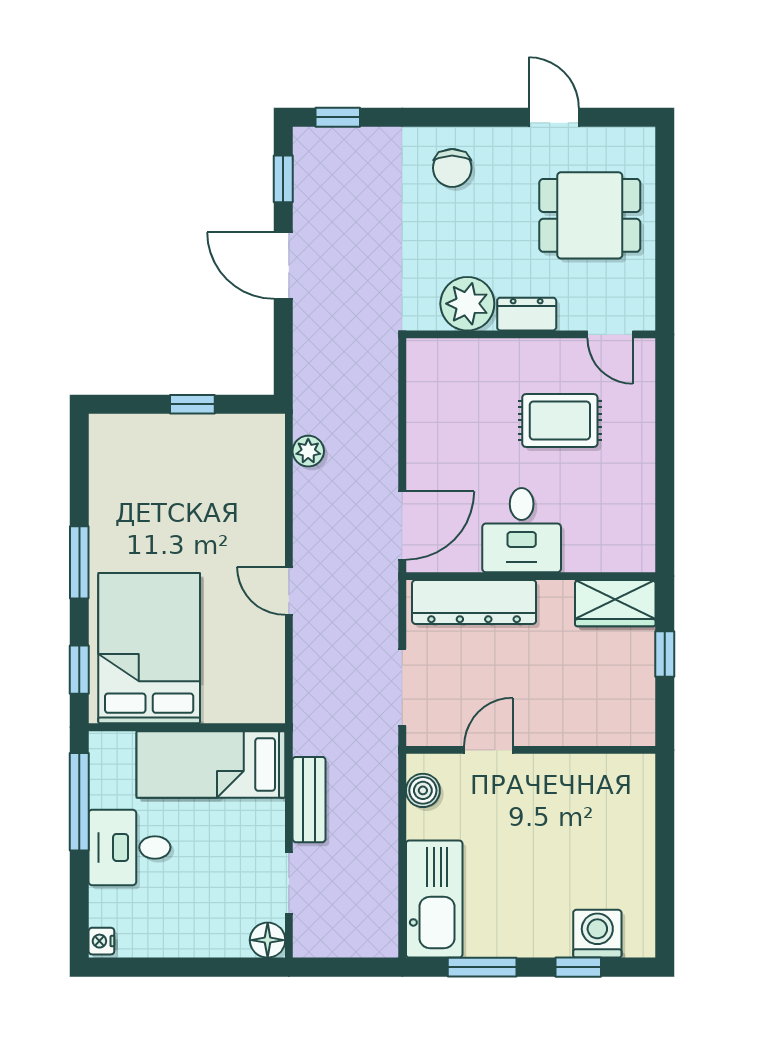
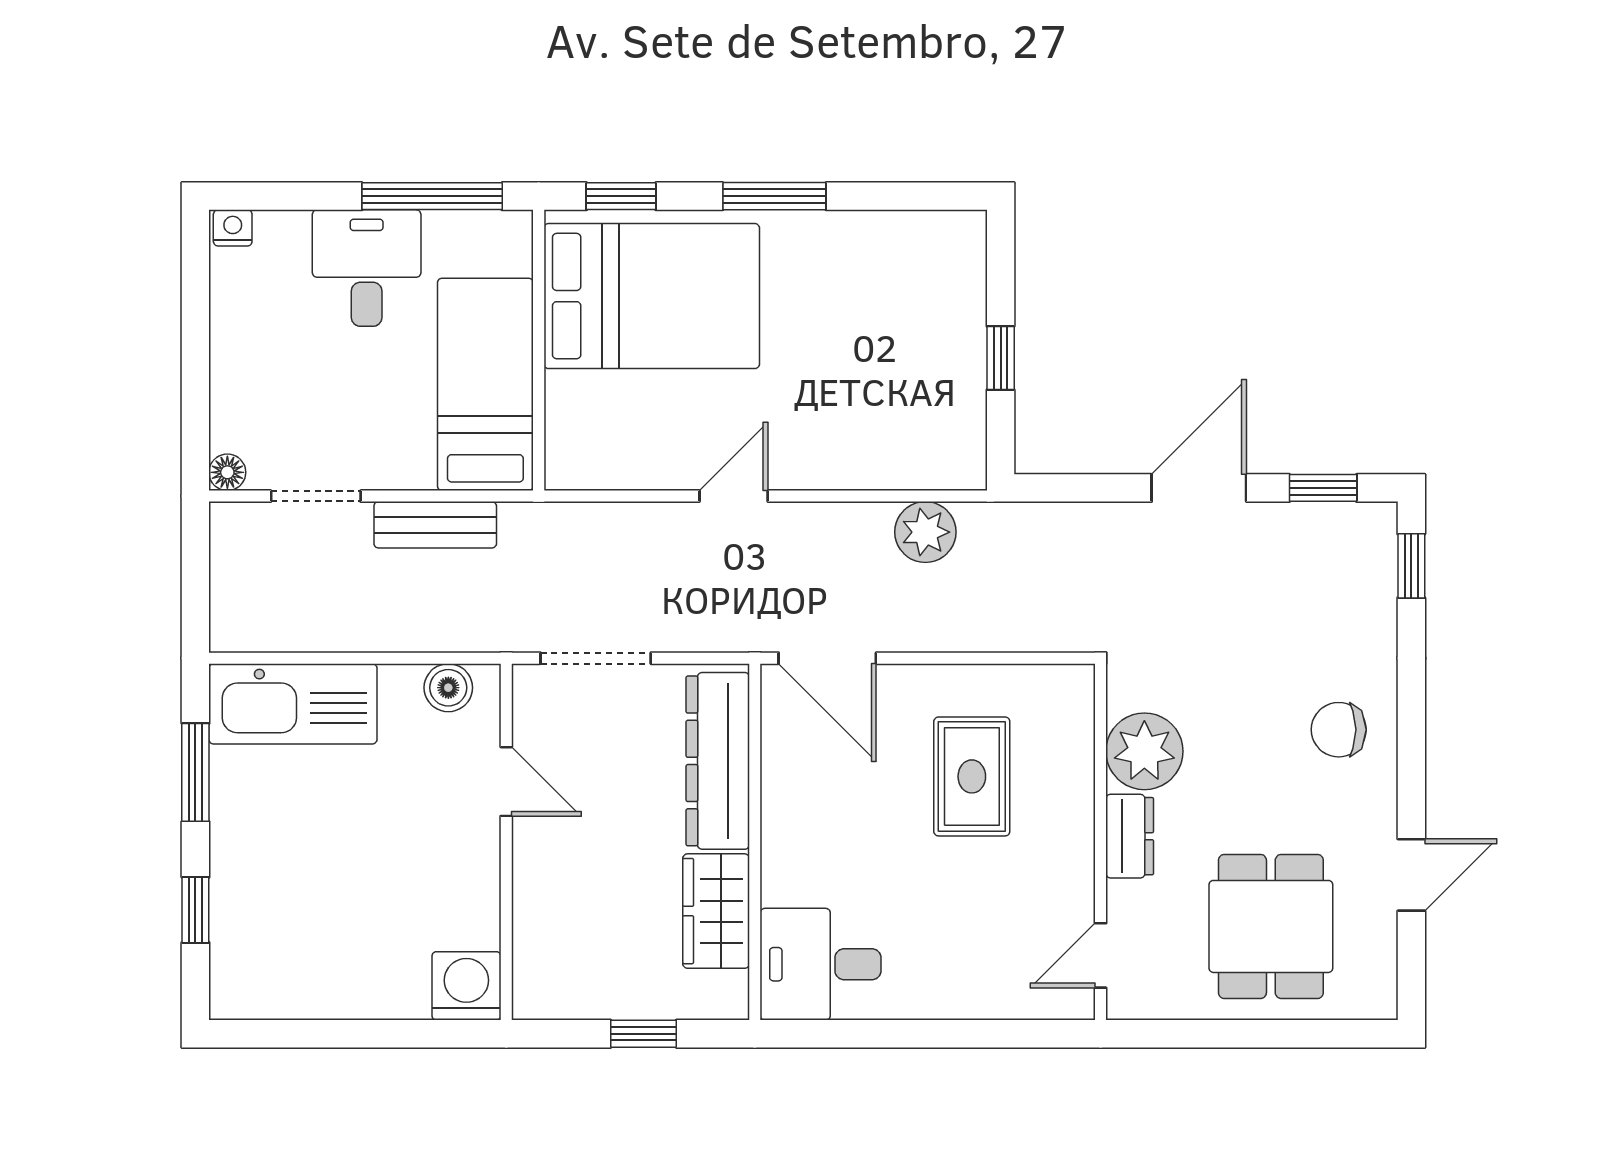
rug: (560, 420) -> (972, 776), moved
plant: (308, 451) -> (925, 532), width x1.38, depth x1.38
desk: (522, 530) -> (821, 964), moved
wardrobe: (615, 603) -> (716, 911), moved
washing machine: (597, 934) -> (466, 986), moved, turned -90
floor lamp: (268, 940) -> (227, 472), width x0.73, depth x0.73

